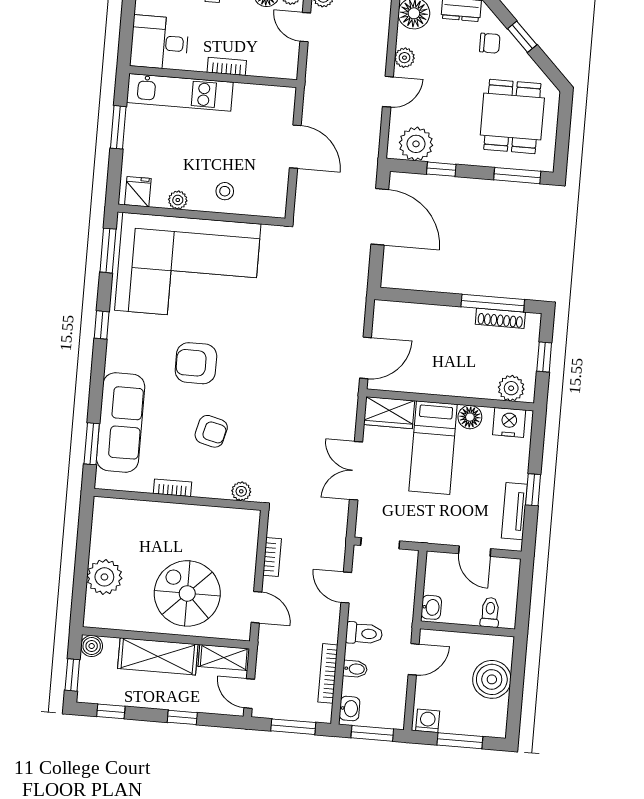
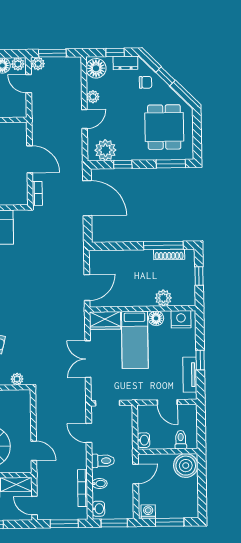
plant: (511, 388) -> (163, 298), moved
bookcase: (272, 557) -> (37, 193), moved
boiler: (492, 679) -> (186, 466), moved

